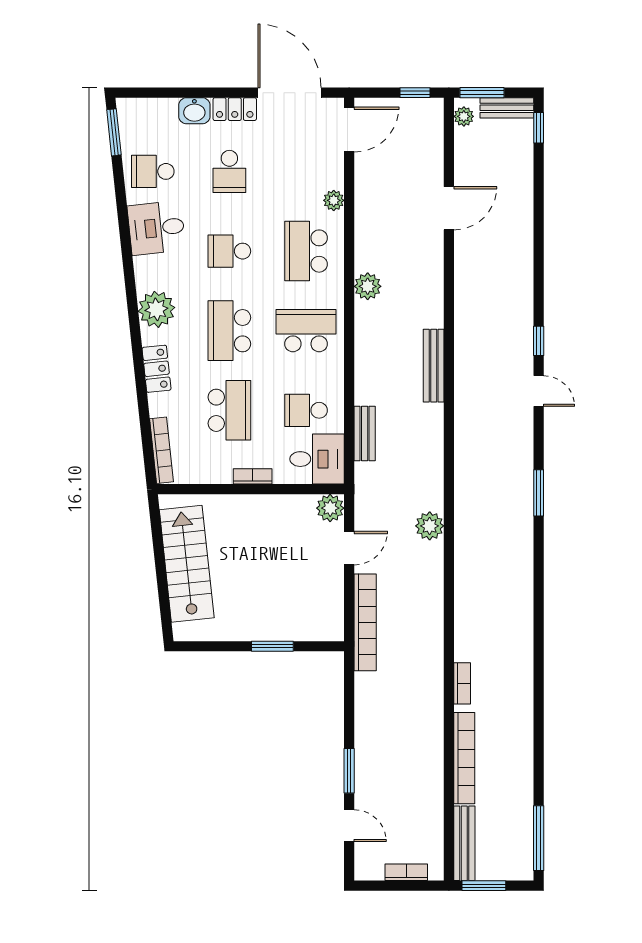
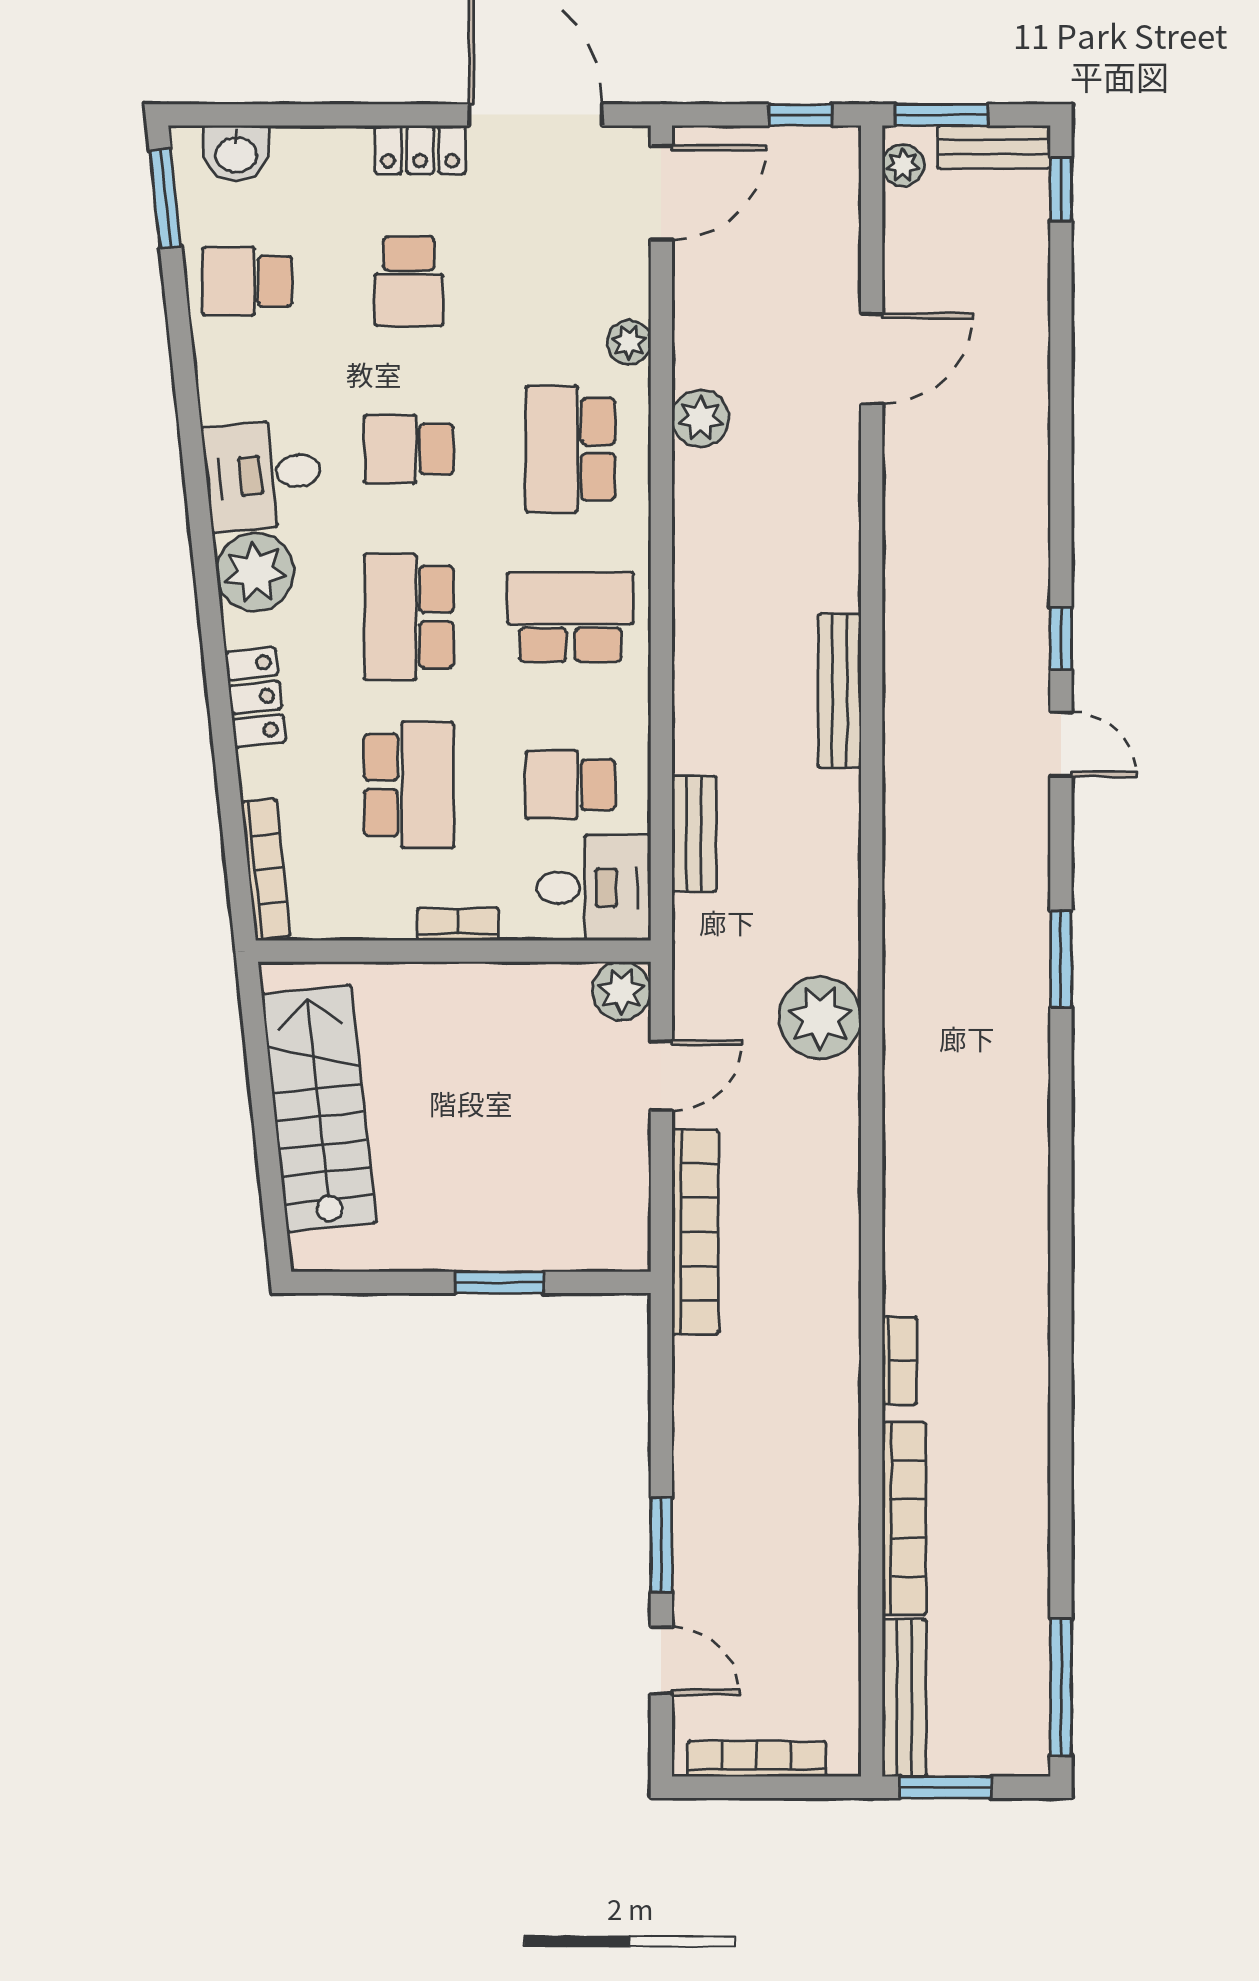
washbasin: (194, 111) -> (236, 153), moved
desk: (156, 228) -> (263, 475), moved
plant: (368, 286) -> (700, 419), moved
plant: (430, 526) -> (820, 1018), width x1.36, depth x1.36
bookcase: (406, 872) -> (757, 1759), width x1.56

